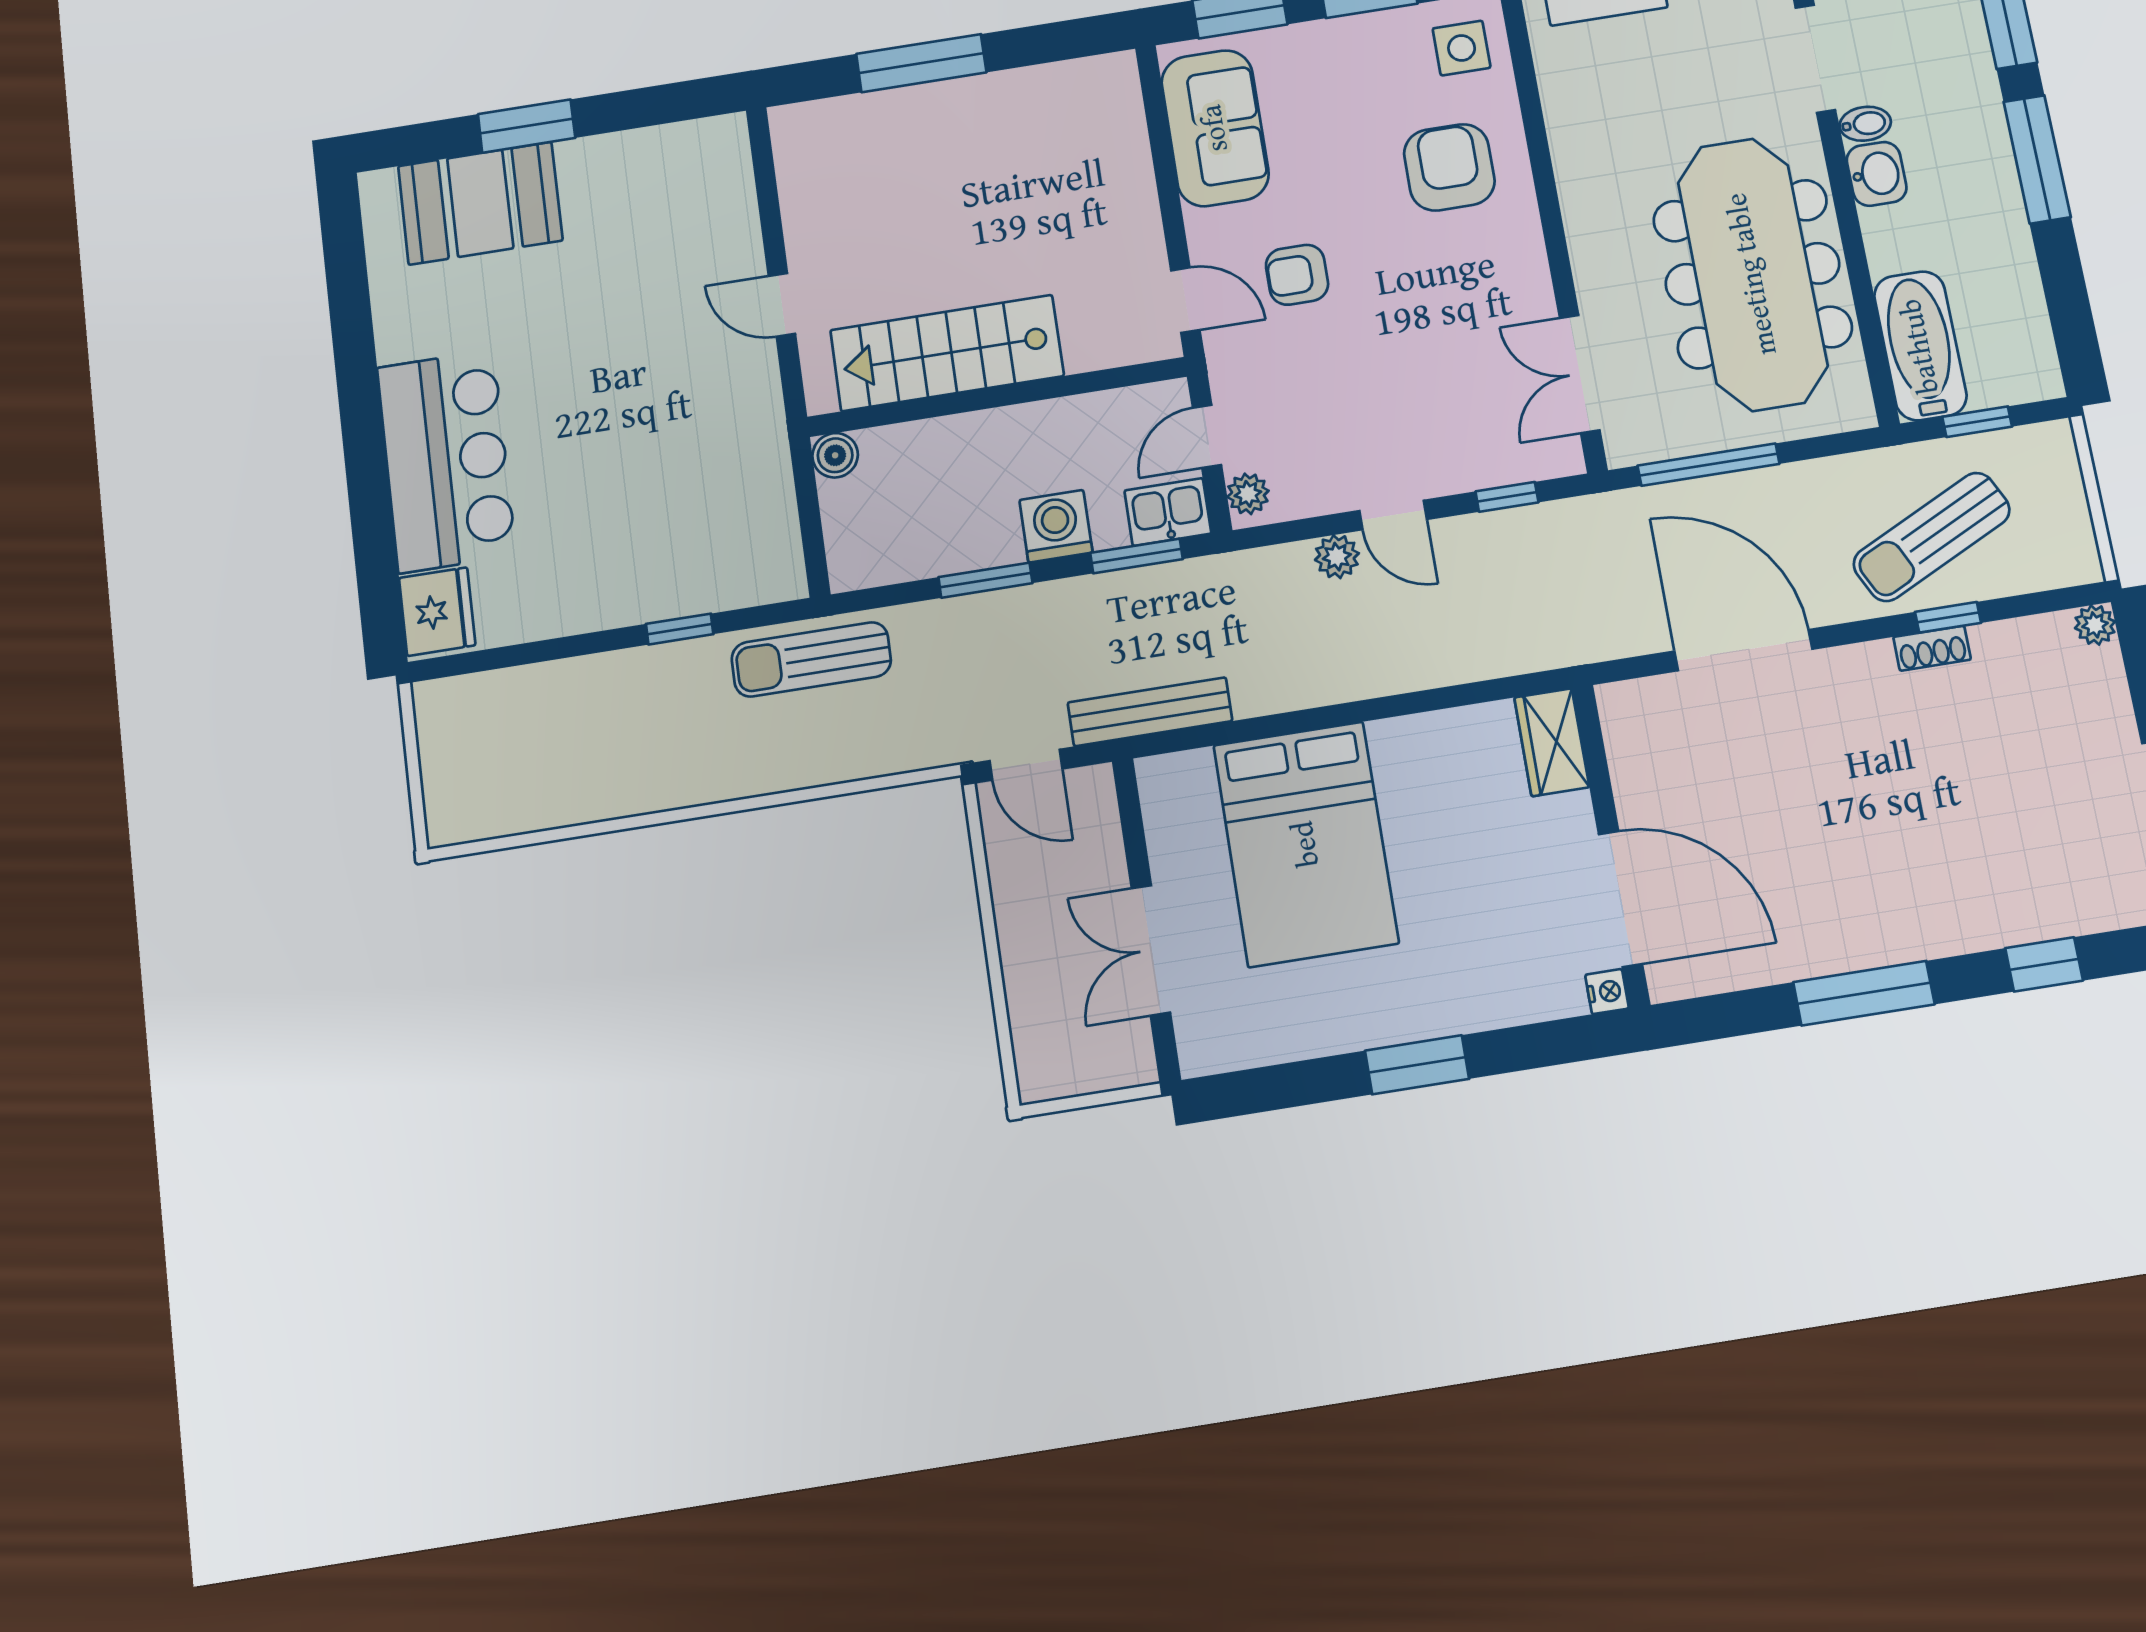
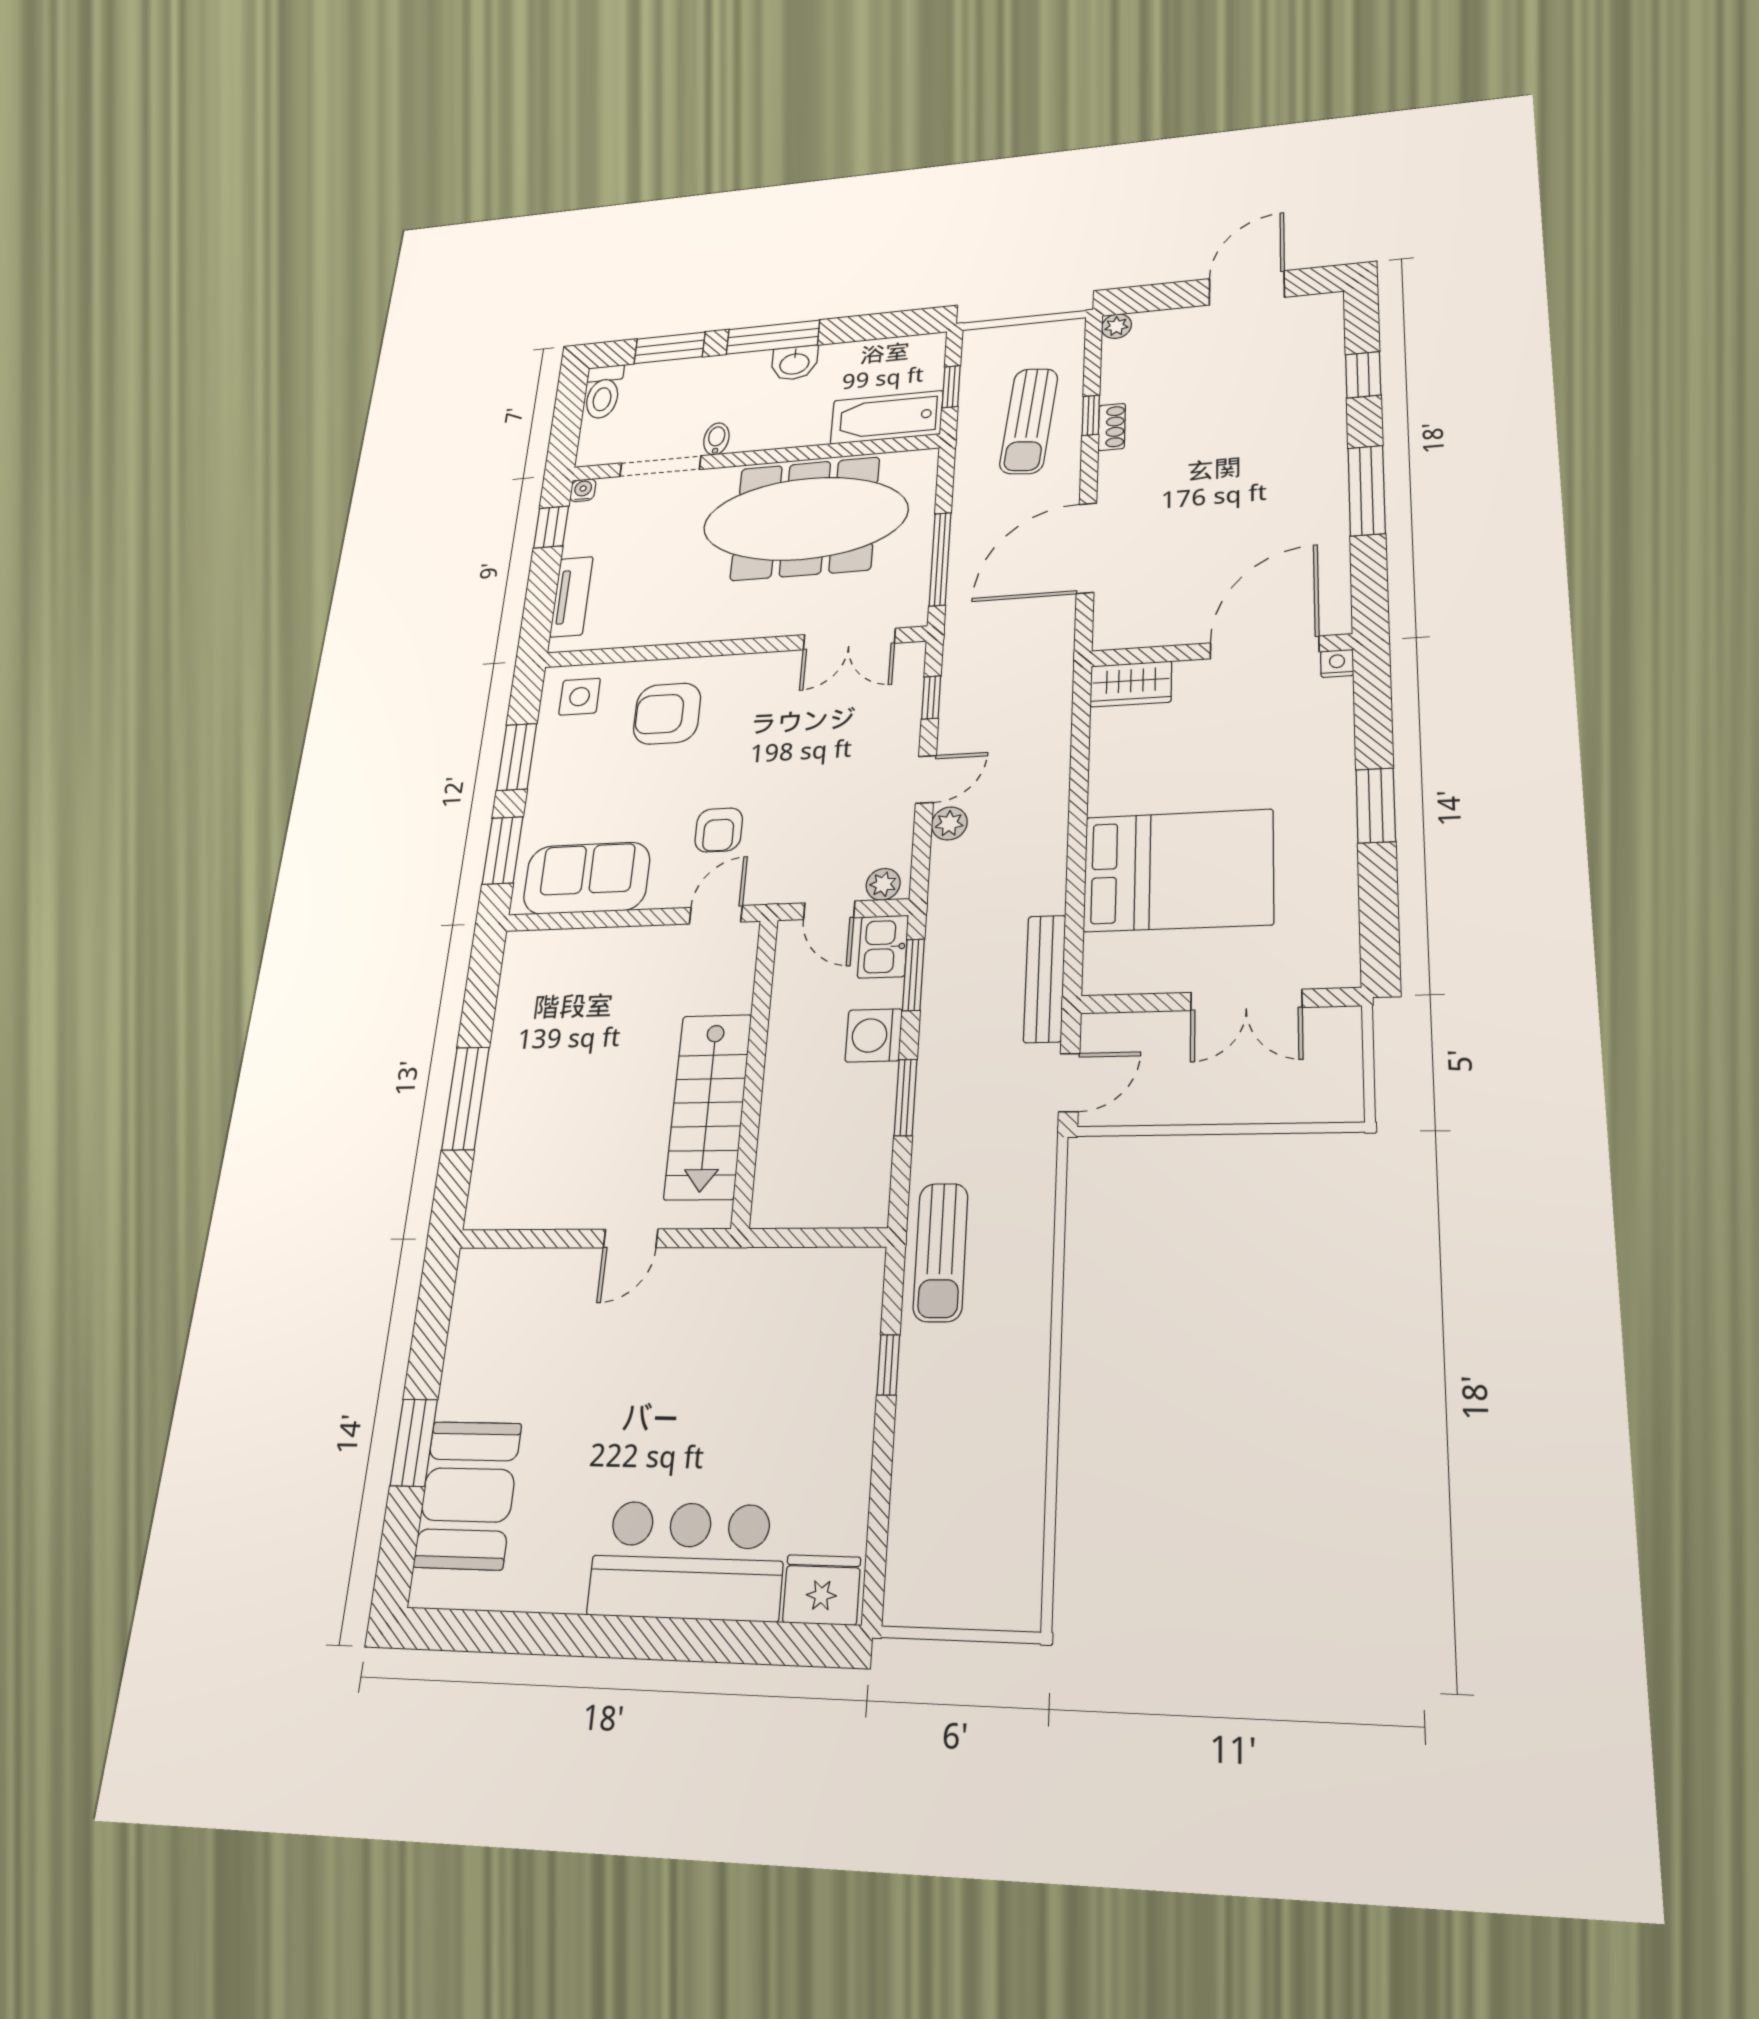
washbasin: (1877, 174) -> (794, 363), moved, turned 180
boiler: (835, 455) -> (770, 1209), removed
sun lounger: (1932, 537) -> (1029, 421), turned 32

